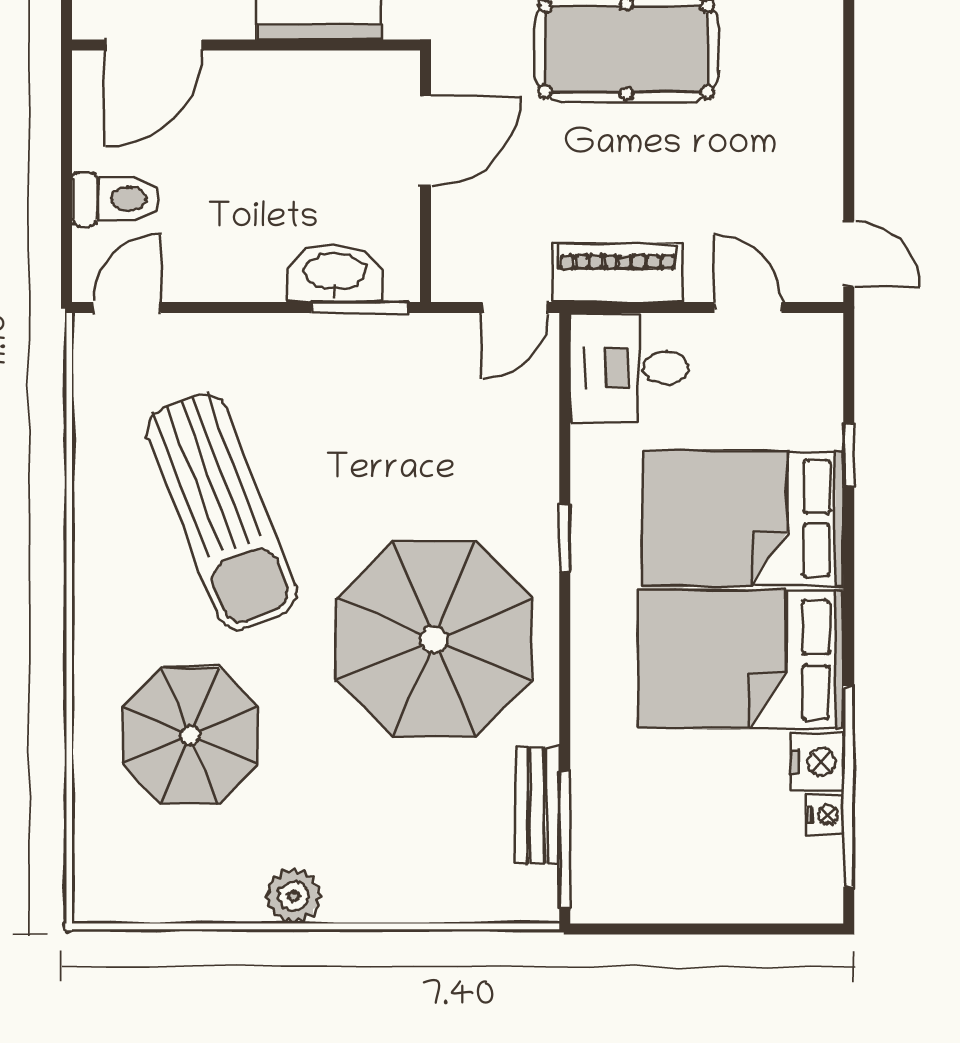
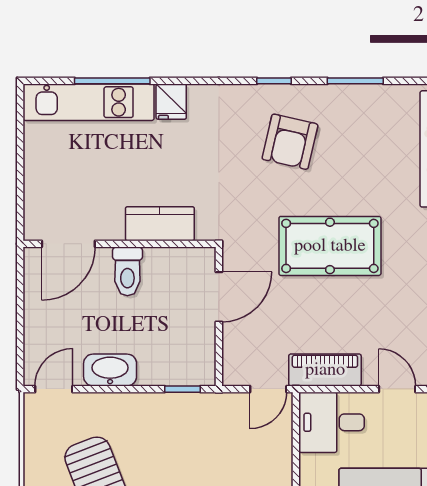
toilet: (116, 199) -> (127, 271), moved, turned 90
washbasin: (335, 273) -> (110, 370), moved
window: (360, 308) -> (183, 389), width x0.67

